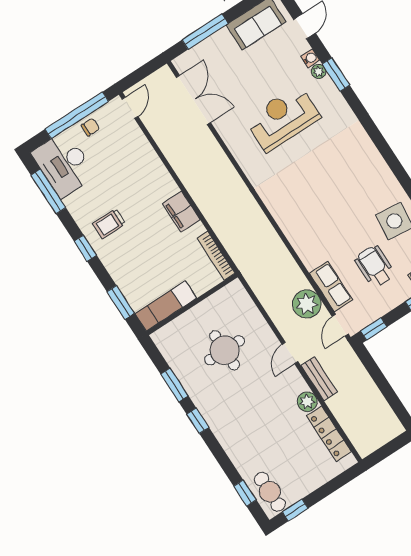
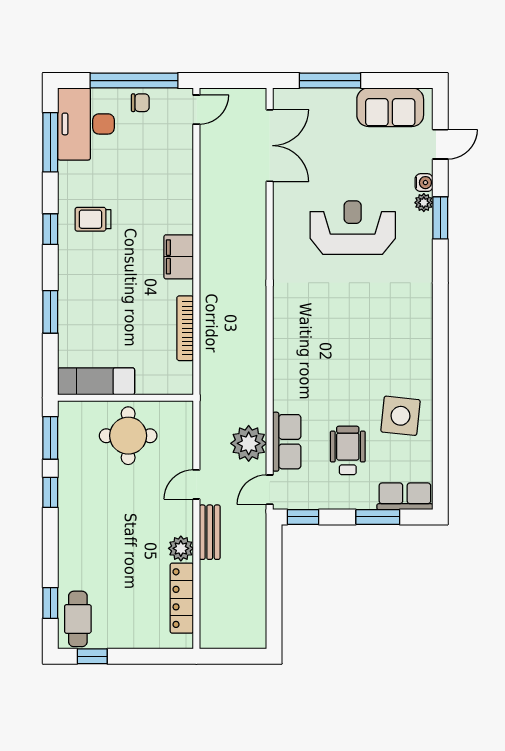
wall: (192, 304) -> (126, 398), moved
exam couch: (166, 306) -> (96, 381), moved

